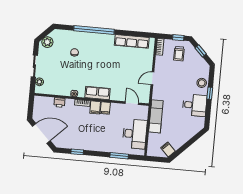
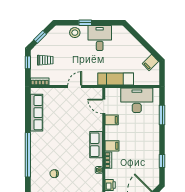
door: (152, 78) -> (75, 87), swing flipped
door: (132, 103) -> (104, 106), hinge flipped
filing cabinet: (105, 108) -> (112, 120), moved

